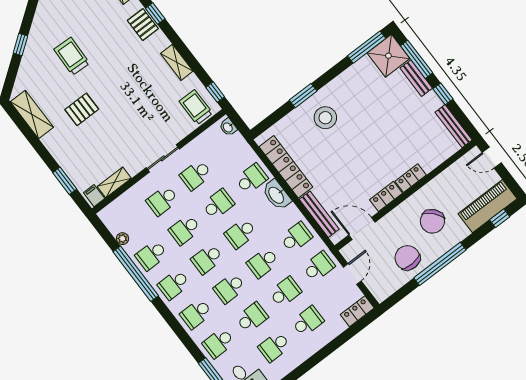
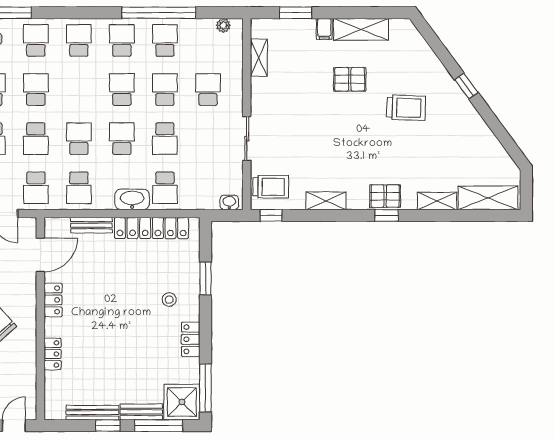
window: (20, 45) -> (466, 86), moved
locker: (341, 82) -> (191, 339), added
window: (303, 96) -> (205, 278), moved
pallet: (82, 109) -> (350, 79), turned 90
shelving: (32, 114) -> (361, 29), moved
stool: (325, 118) -> (169, 300), width x0.53, depth x0.53
bench: (454, 126) -> (92, 413), moved
sliding door: (163, 158) -> (247, 138), moved
school desk: (196, 175) -> (208, 139), removed
locker: (411, 178) -> (53, 354), moved
filing cabinet: (94, 196) -> (324, 29), moved, turned 90
bench: (319, 214) -> (91, 225), width x0.73
plant: (123, 239) -> (223, 25), moved
school desk: (230, 288) -> (79, 90), removed
school desk: (252, 317) -> (36, 90), turned 180

